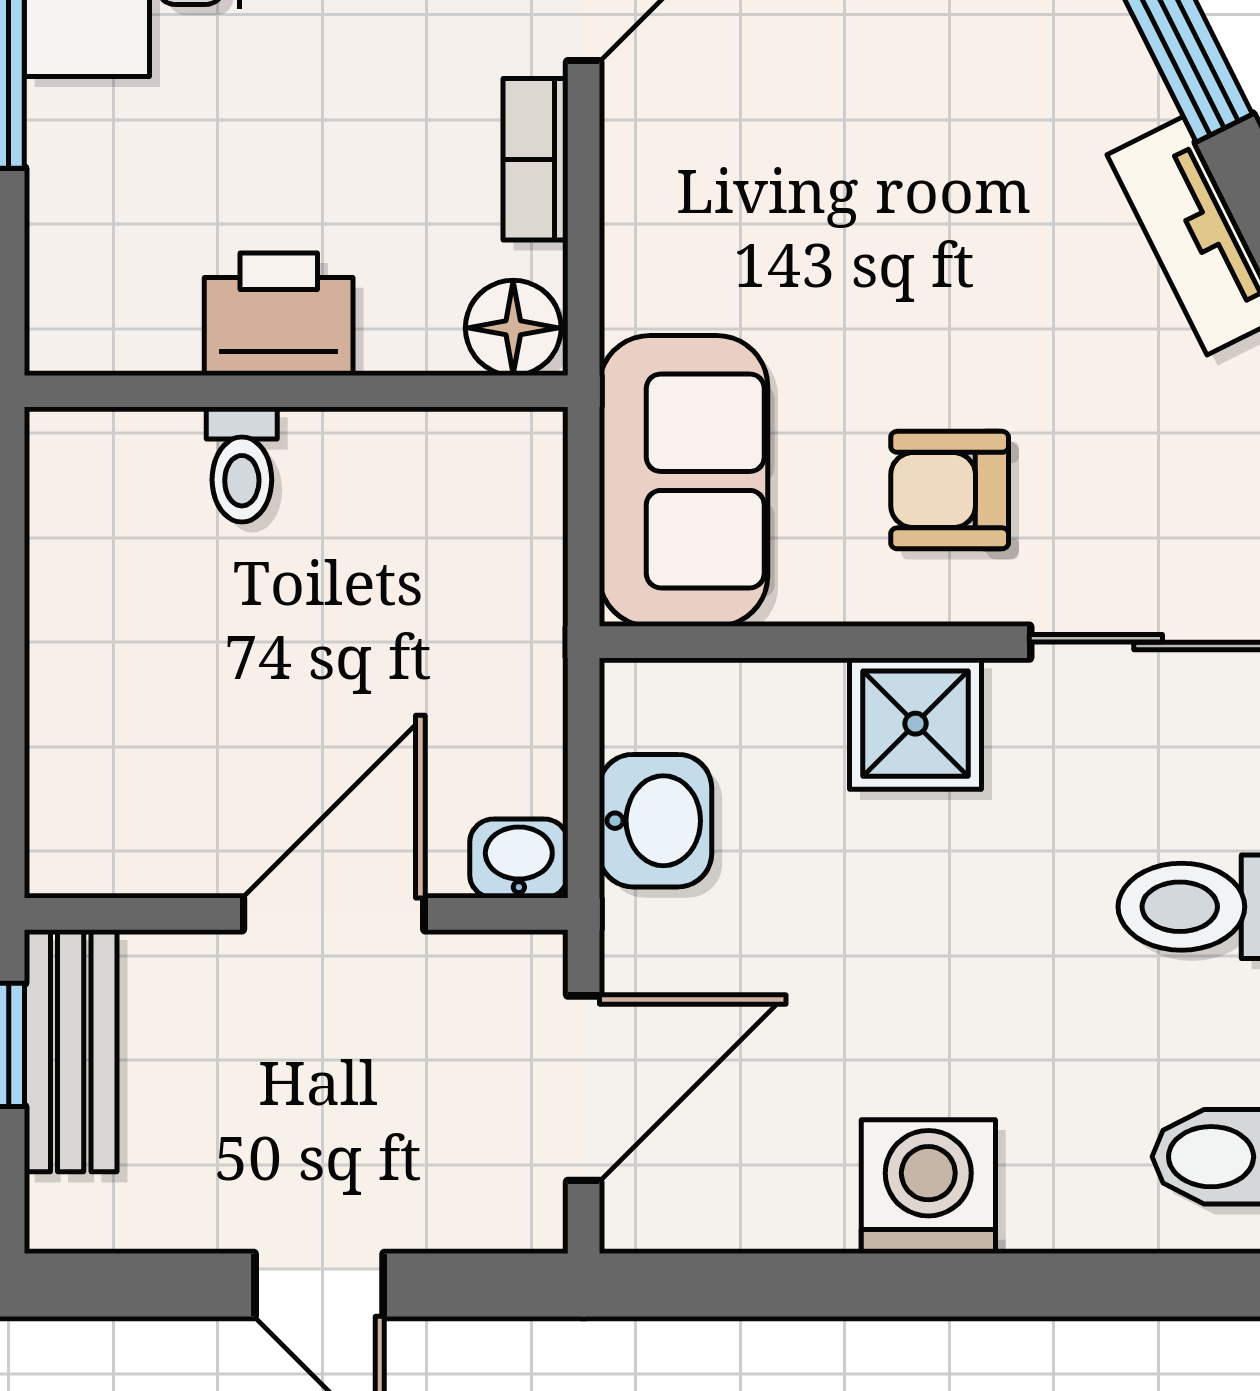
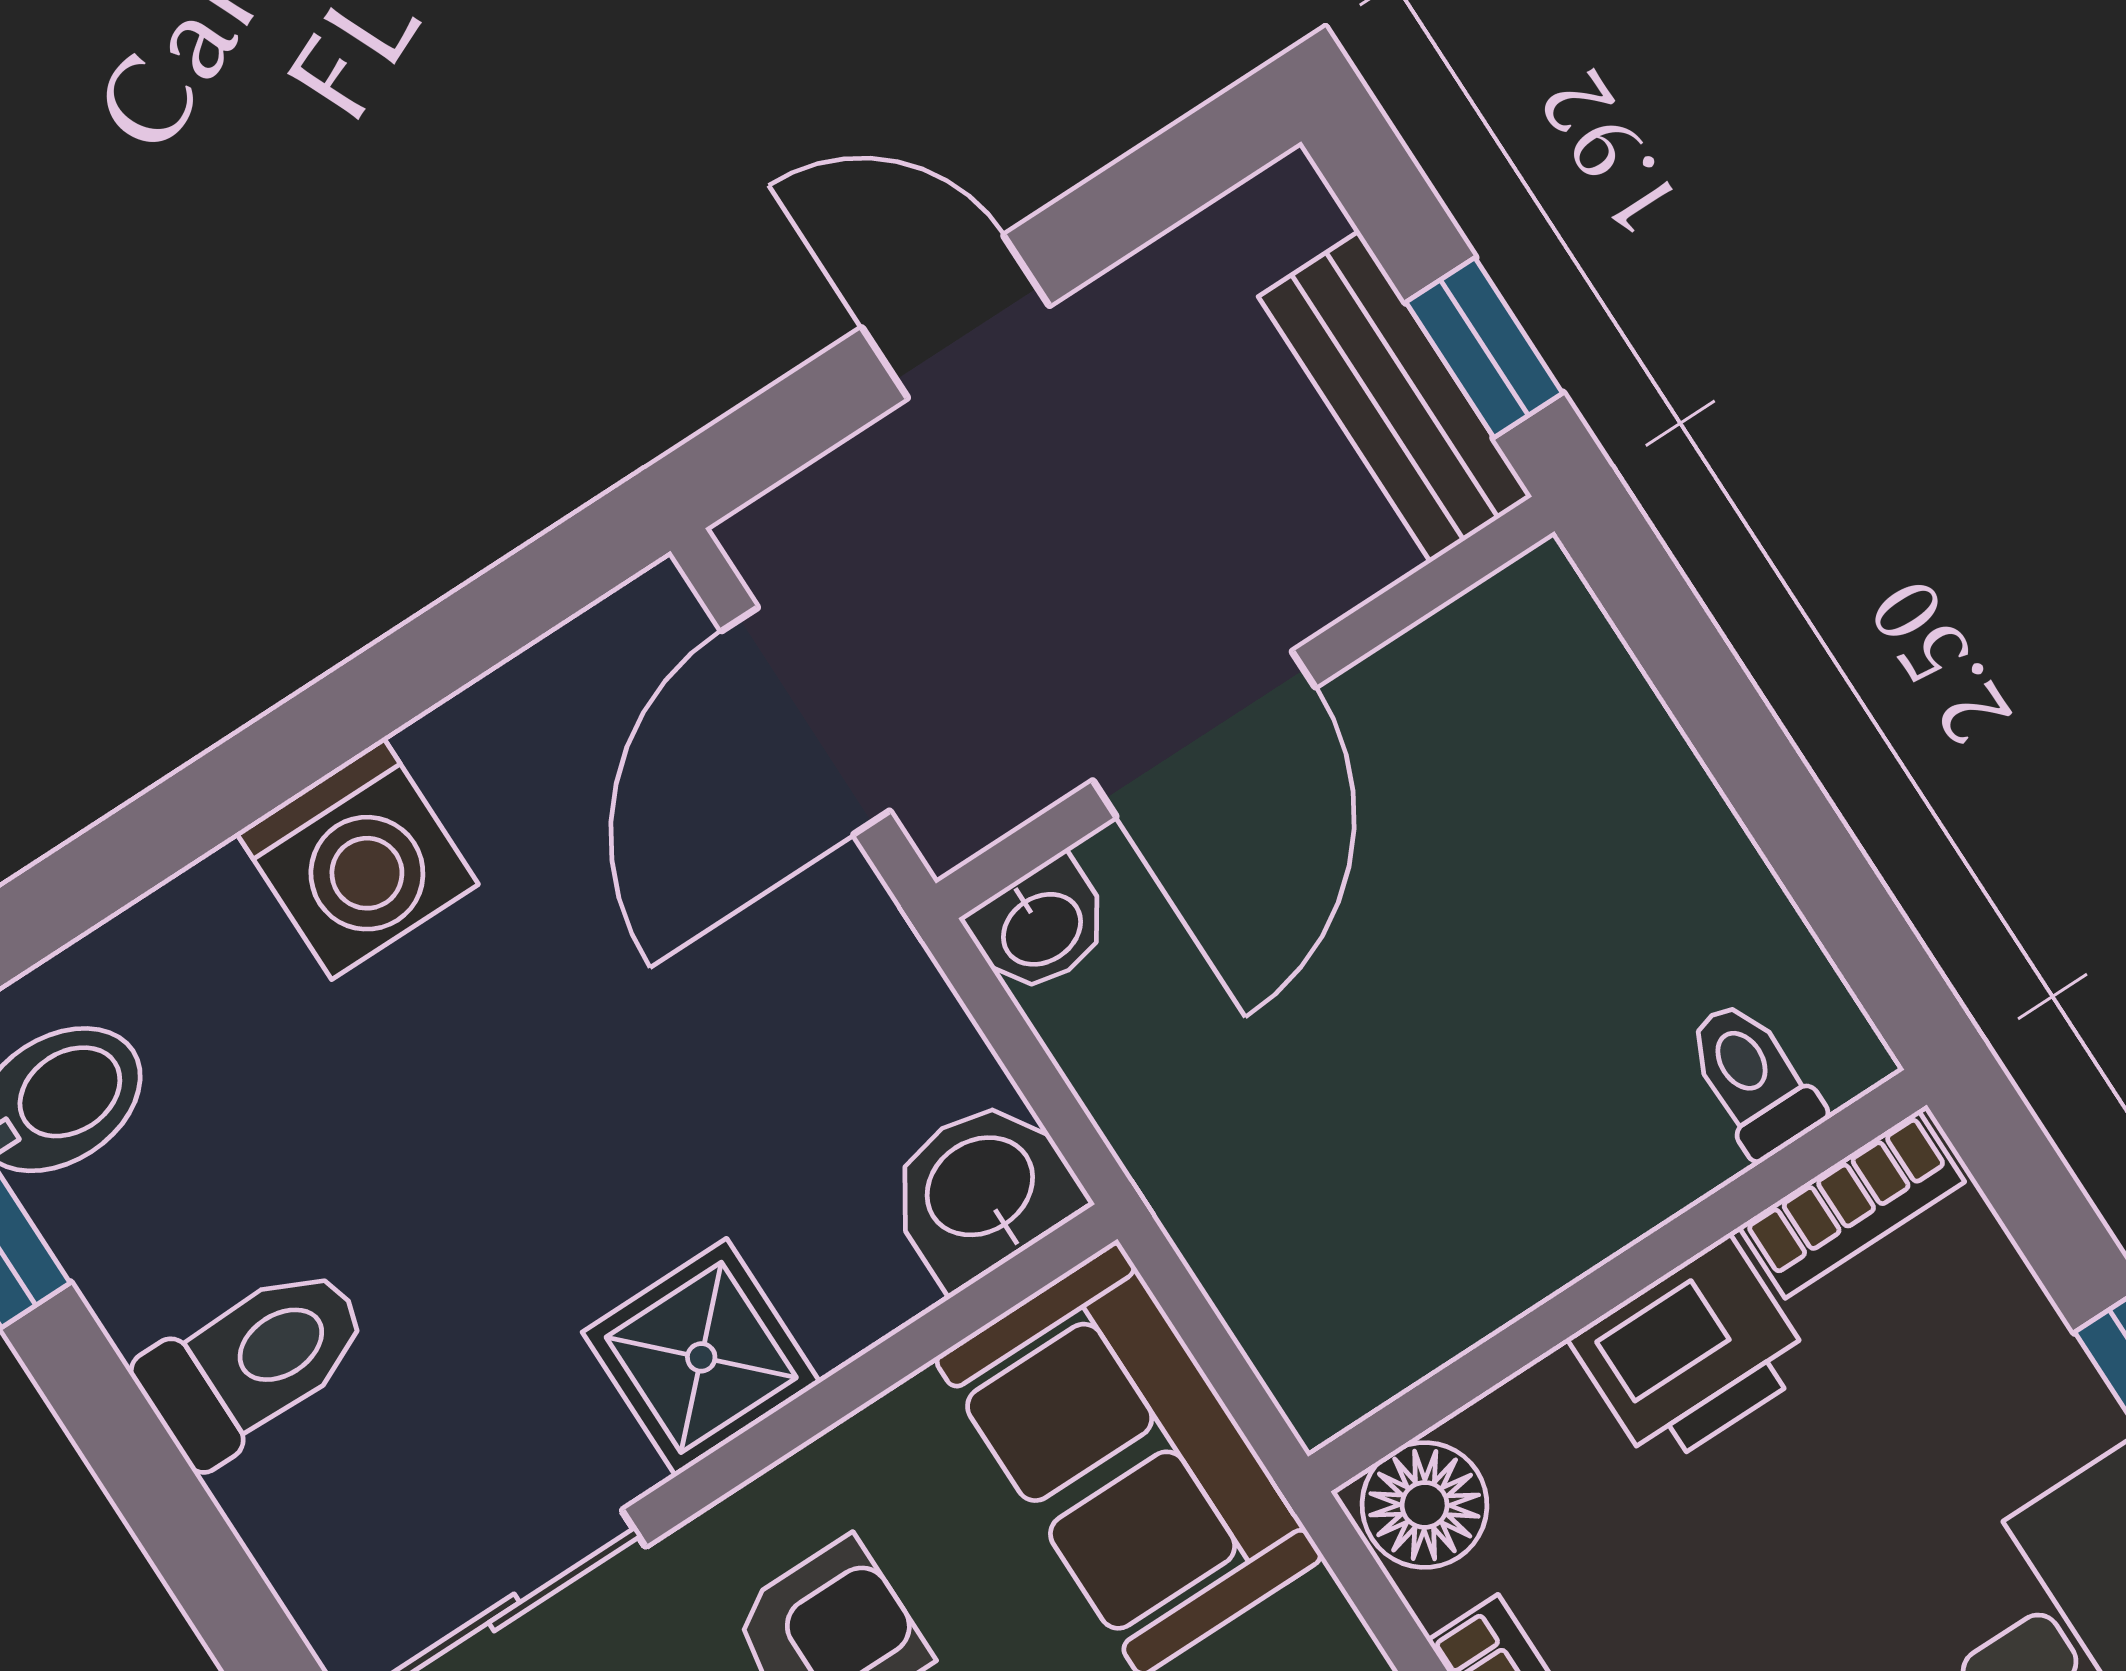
bookcase: (114, 343) -> (1852, 1204), added
toilet: (242, 465) -> (1753, 1078), moved
washbasin: (655, 821) -> (982, 1190), moved, turned 90

